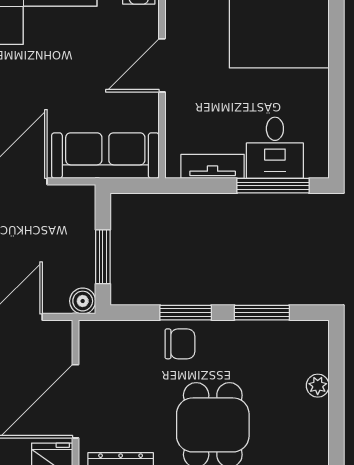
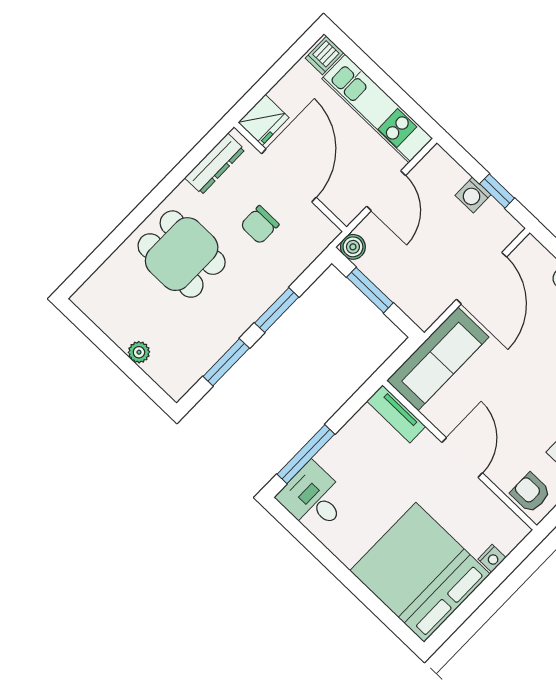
desk: (275, 148) -> (314, 498), moved
tv unit: (213, 166) -> (396, 414), moved, turned 90
chair: (180, 344) -> (260, 225), moved

